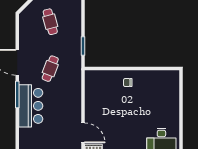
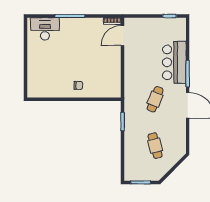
door: (83, 133) -> (123, 36), hinge flipped

